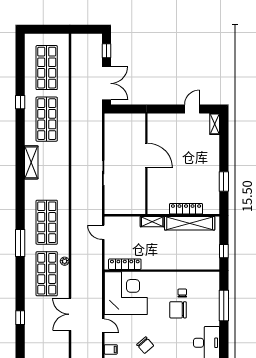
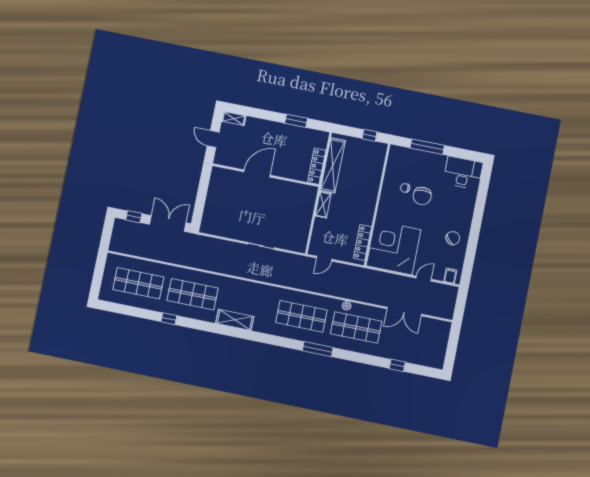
door: (146, 156) -> (257, 174), moved
wall: (146, 164) -> (266, 175), moved

